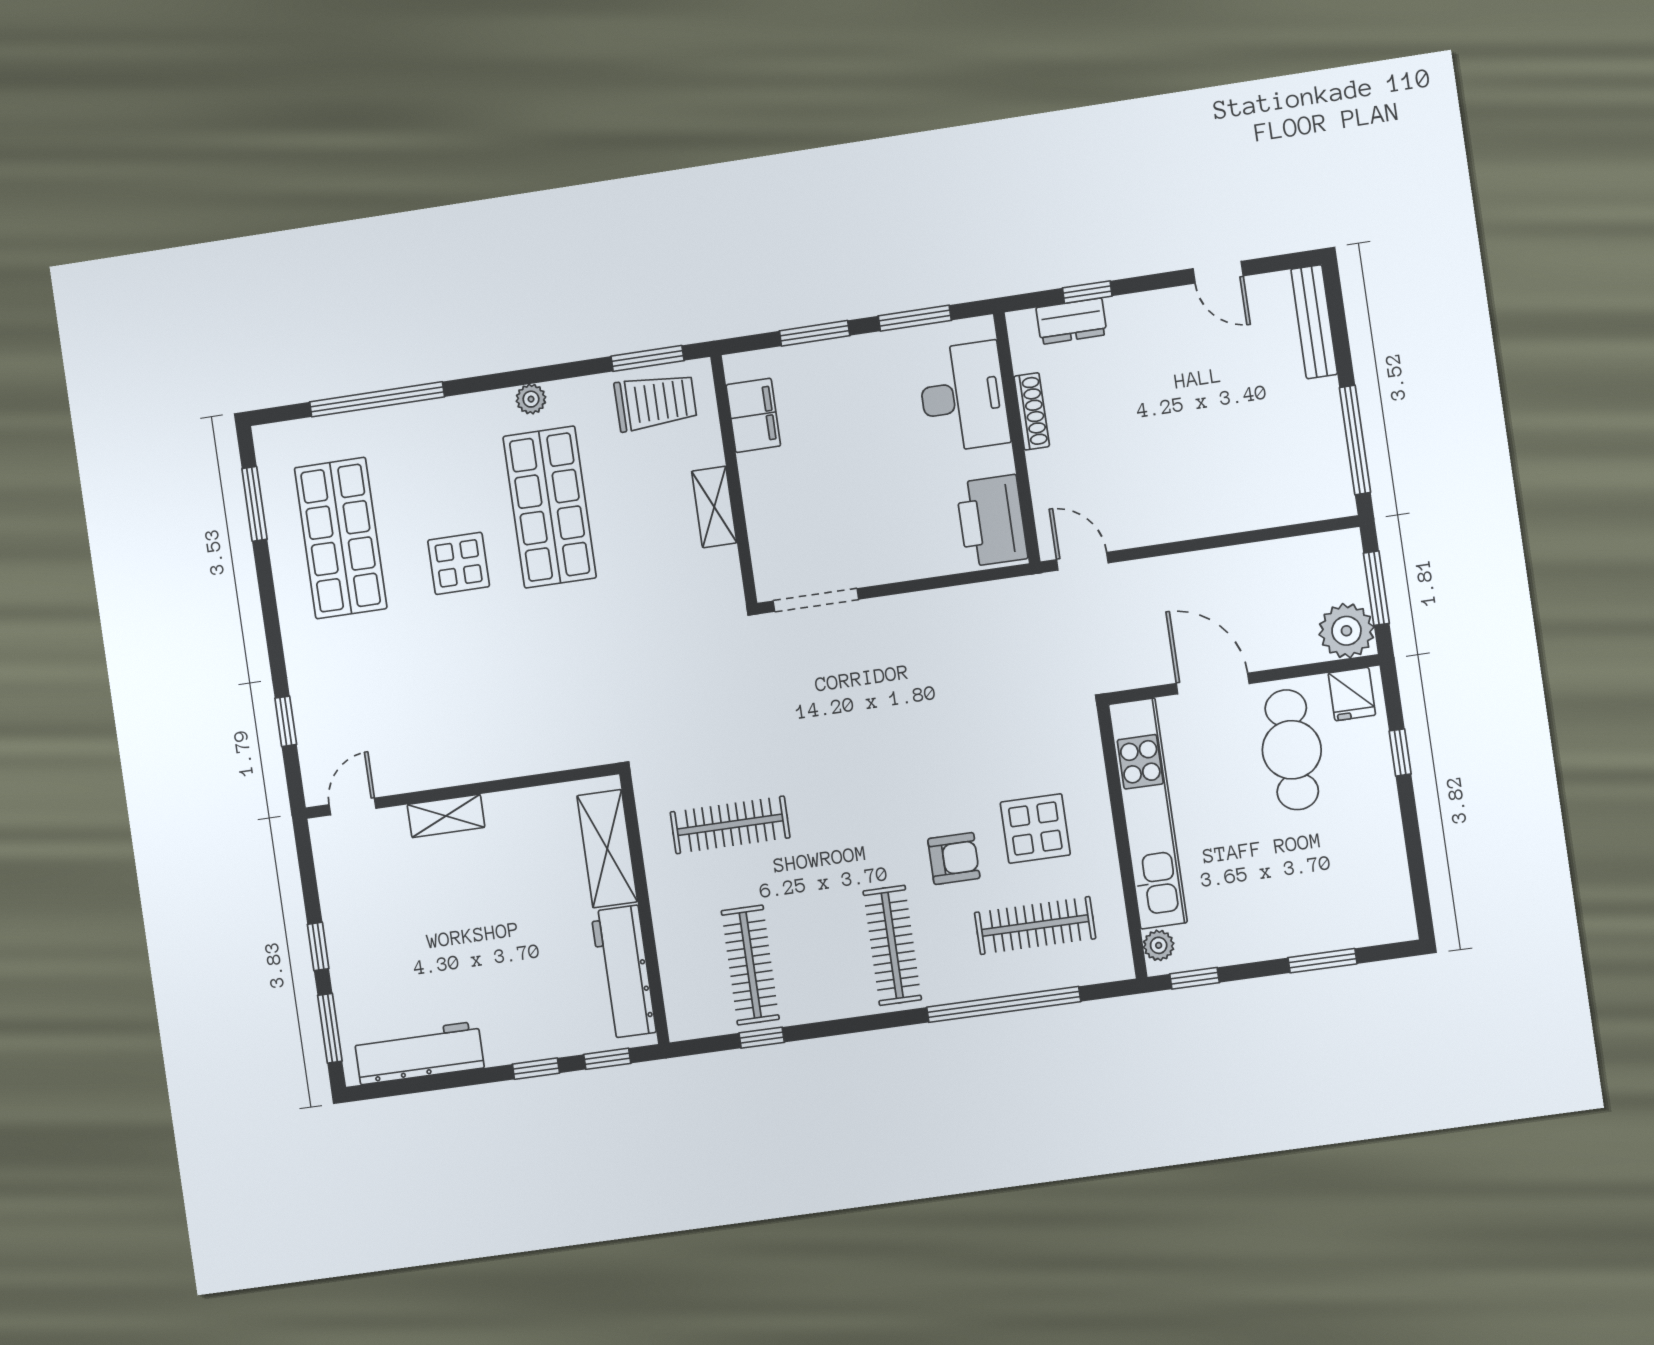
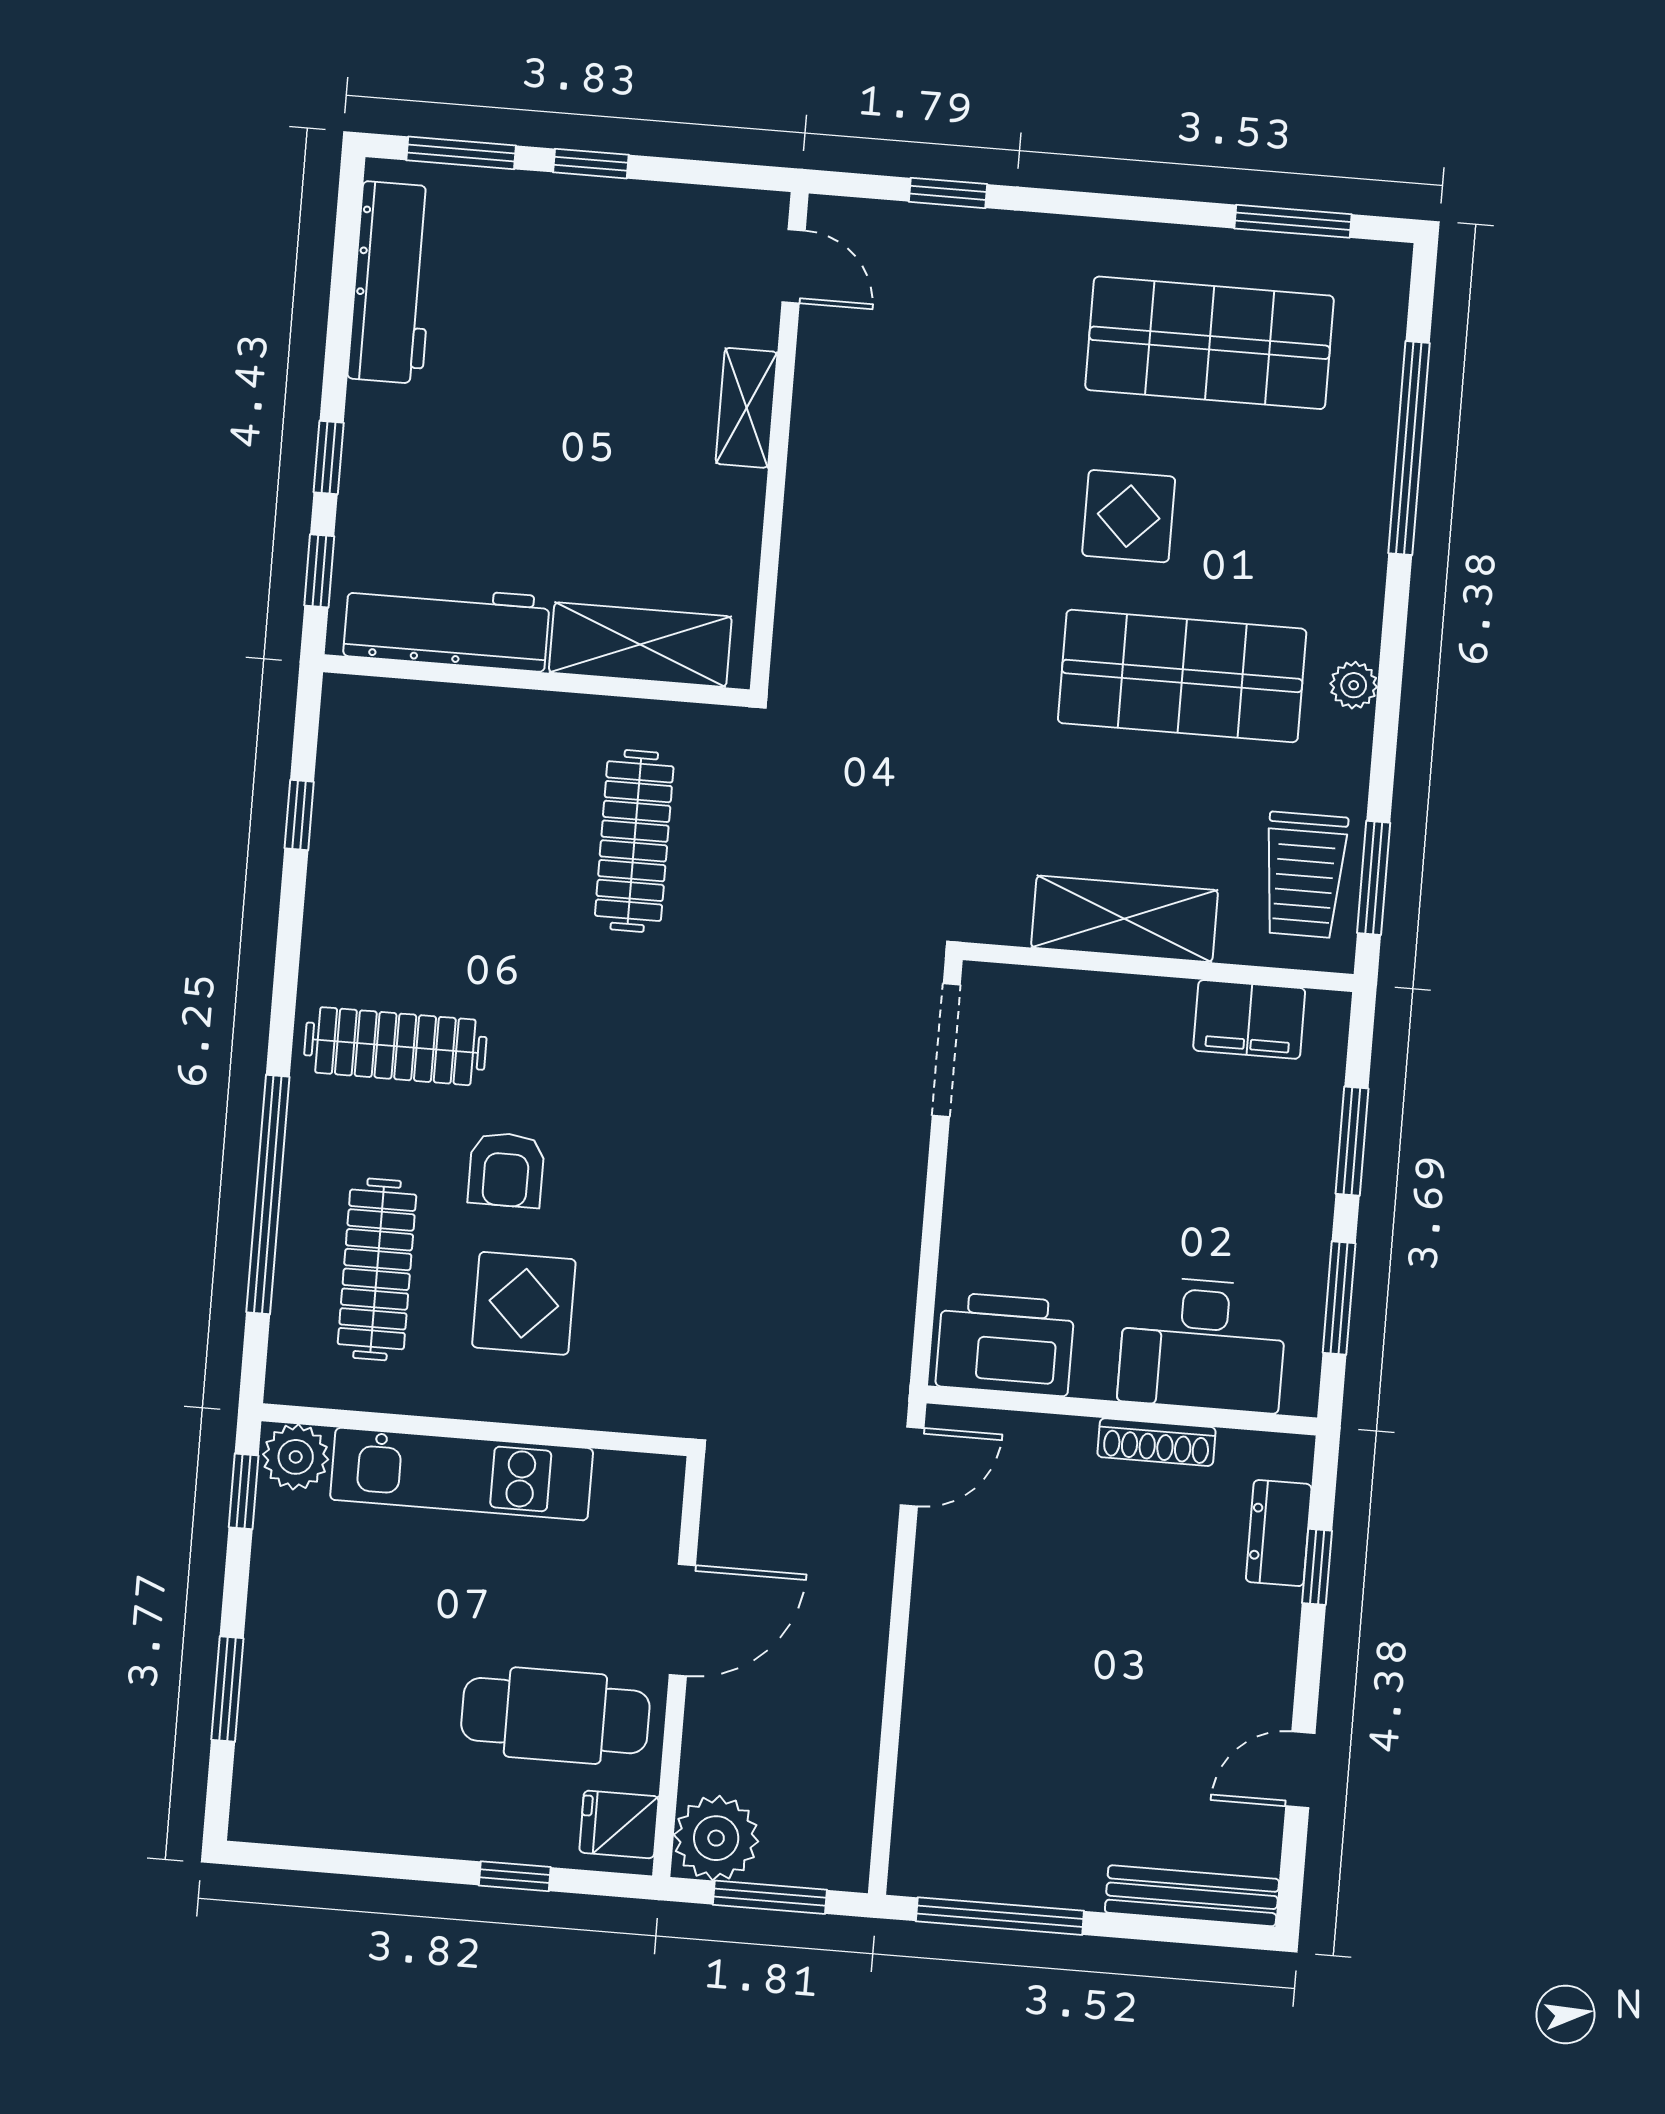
shelving: (714, 507) -> (1124, 919), width x1.50, depth x1.33
kitchen unit: (1148, 813) -> (462, 1474), width x0.73
plant: (1159, 945) -> (296, 1457), width x1.38, depth x1.38
clothes rail: (750, 965) -> (414, 823), removed

